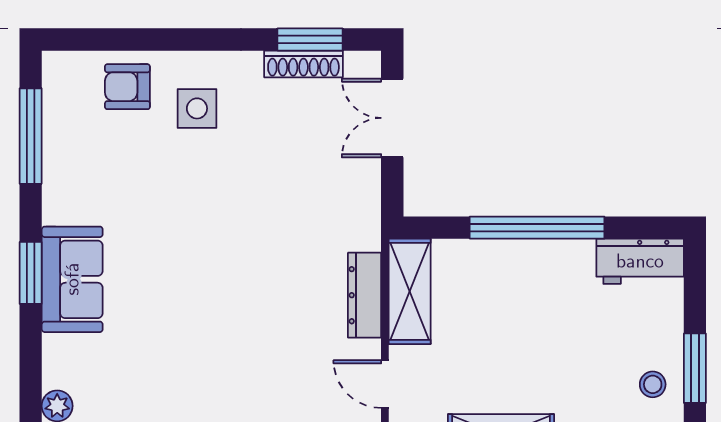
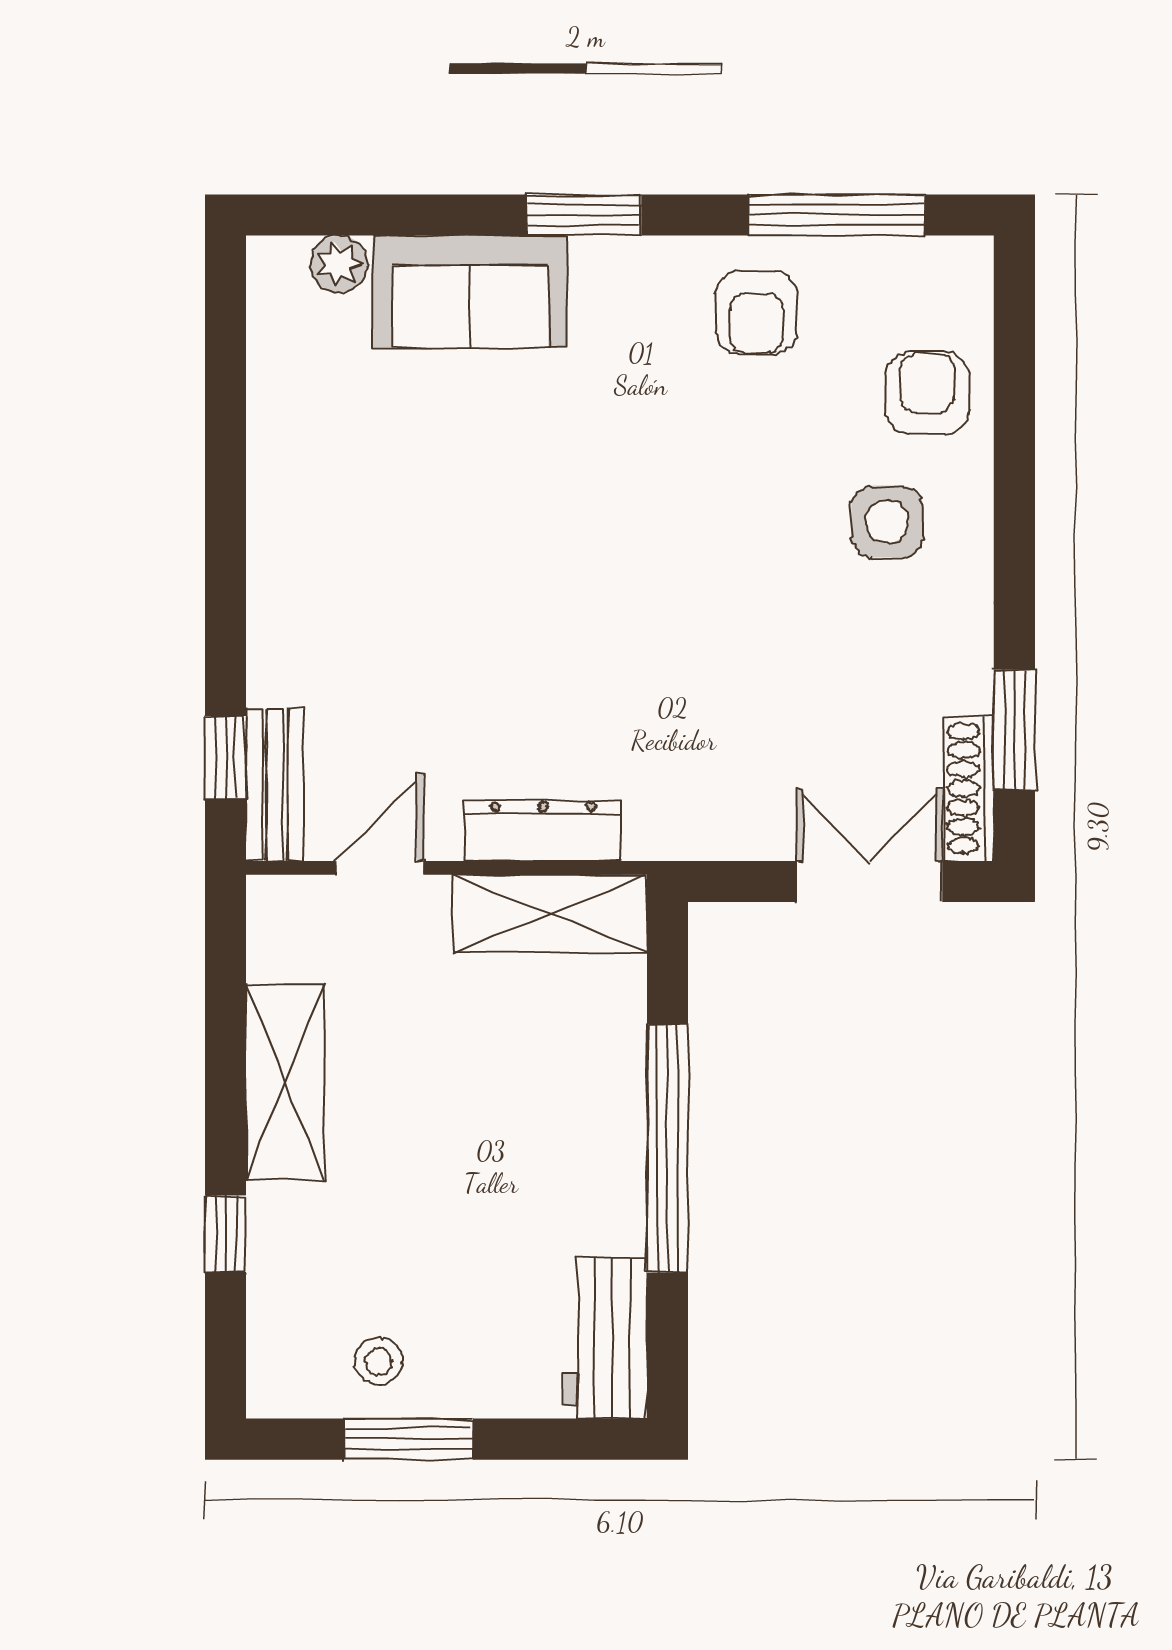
shoe rack: (303, 64) -> (969, 788), moved
armchair: (84, 179) -> (756, 313), added
sofa: (72, 279) -> (470, 292), moved

